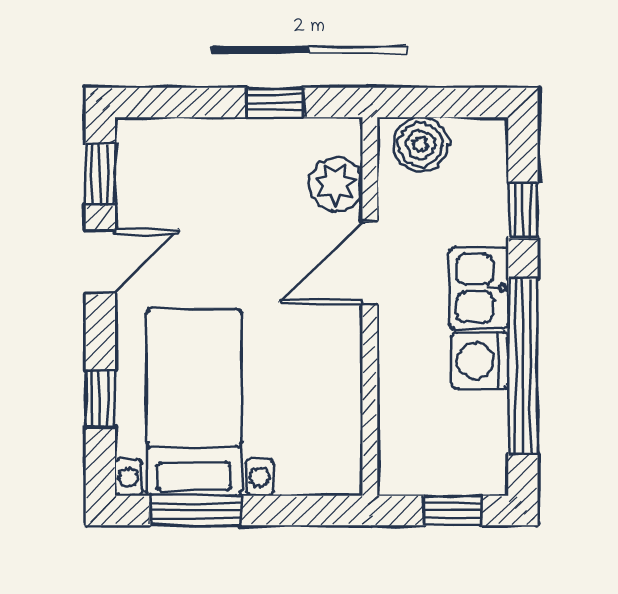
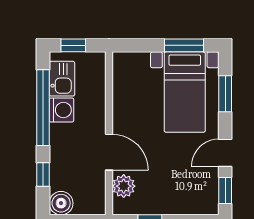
boiler: (420, 145) -> (61, 203), moved
door: (370, 263) -> (109, 152), hinge flipped
kitchen sink: (479, 288) -> (62, 79), moved
window: (100, 398) -> (225, 94), width x1.50

